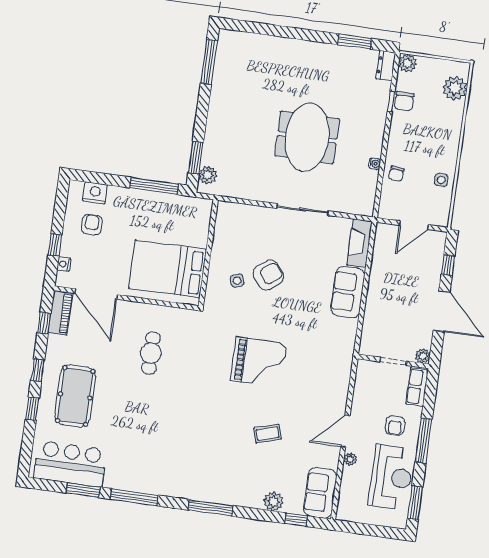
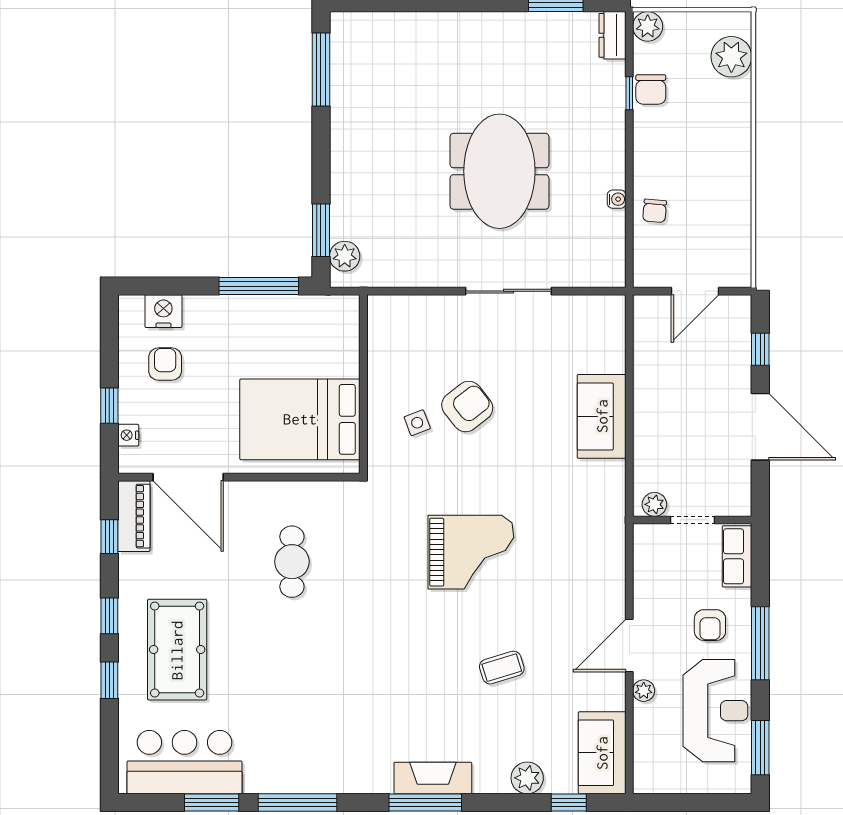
side table: (441, 180) -> (730, 211), removed
fireplace: (360, 243) -> (433, 778), moved, turned 90
plant: (423, 356) -> (654, 504), moved

